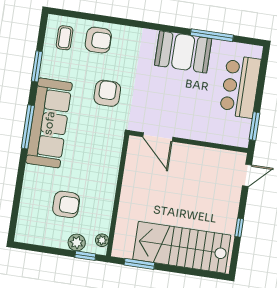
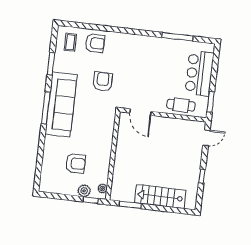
booth: (183, 52) -> (157, 50), removed
cafe table: (213, 129) -> (181, 105), added
stairs: (182, 247) -> (160, 197), width x0.73, depth x0.66

